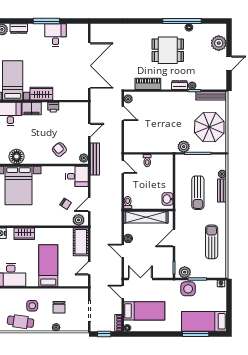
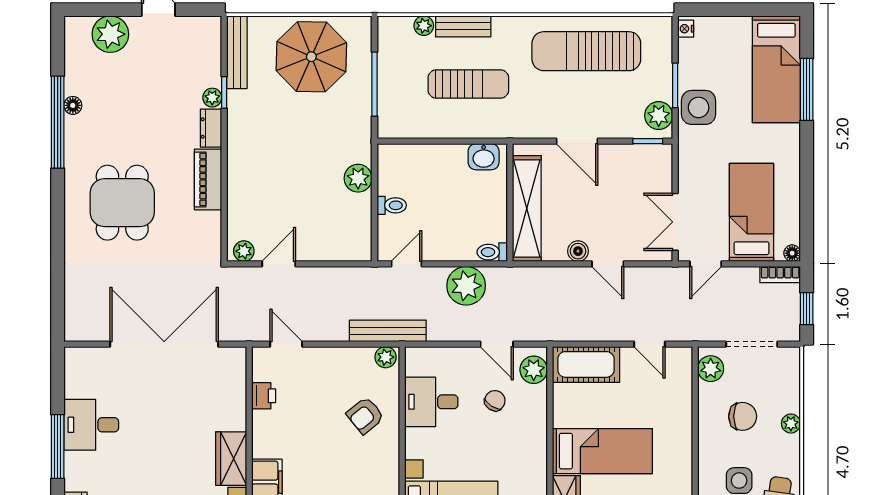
dining table: (168, 50) -> (122, 203), moved
piano: (148, 84) -> (208, 179), moved
printer: (53, 107) -> (264, 396), moved
door: (89, 130) -> (286, 344), moved
plant: (184, 147) -> (358, 178), moved
desk: (77, 176) -> (431, 402), moved, turned -90
plant: (114, 192) -> (466, 286), added
sun lounger: (212, 242) -> (586, 51), width x1.36, depth x1.34
door: (123, 251) -> (608, 264), hinge flipped
bed: (48, 265) -> (602, 451), moved, turned 180
plant: (79, 294) -> (711, 369), added

